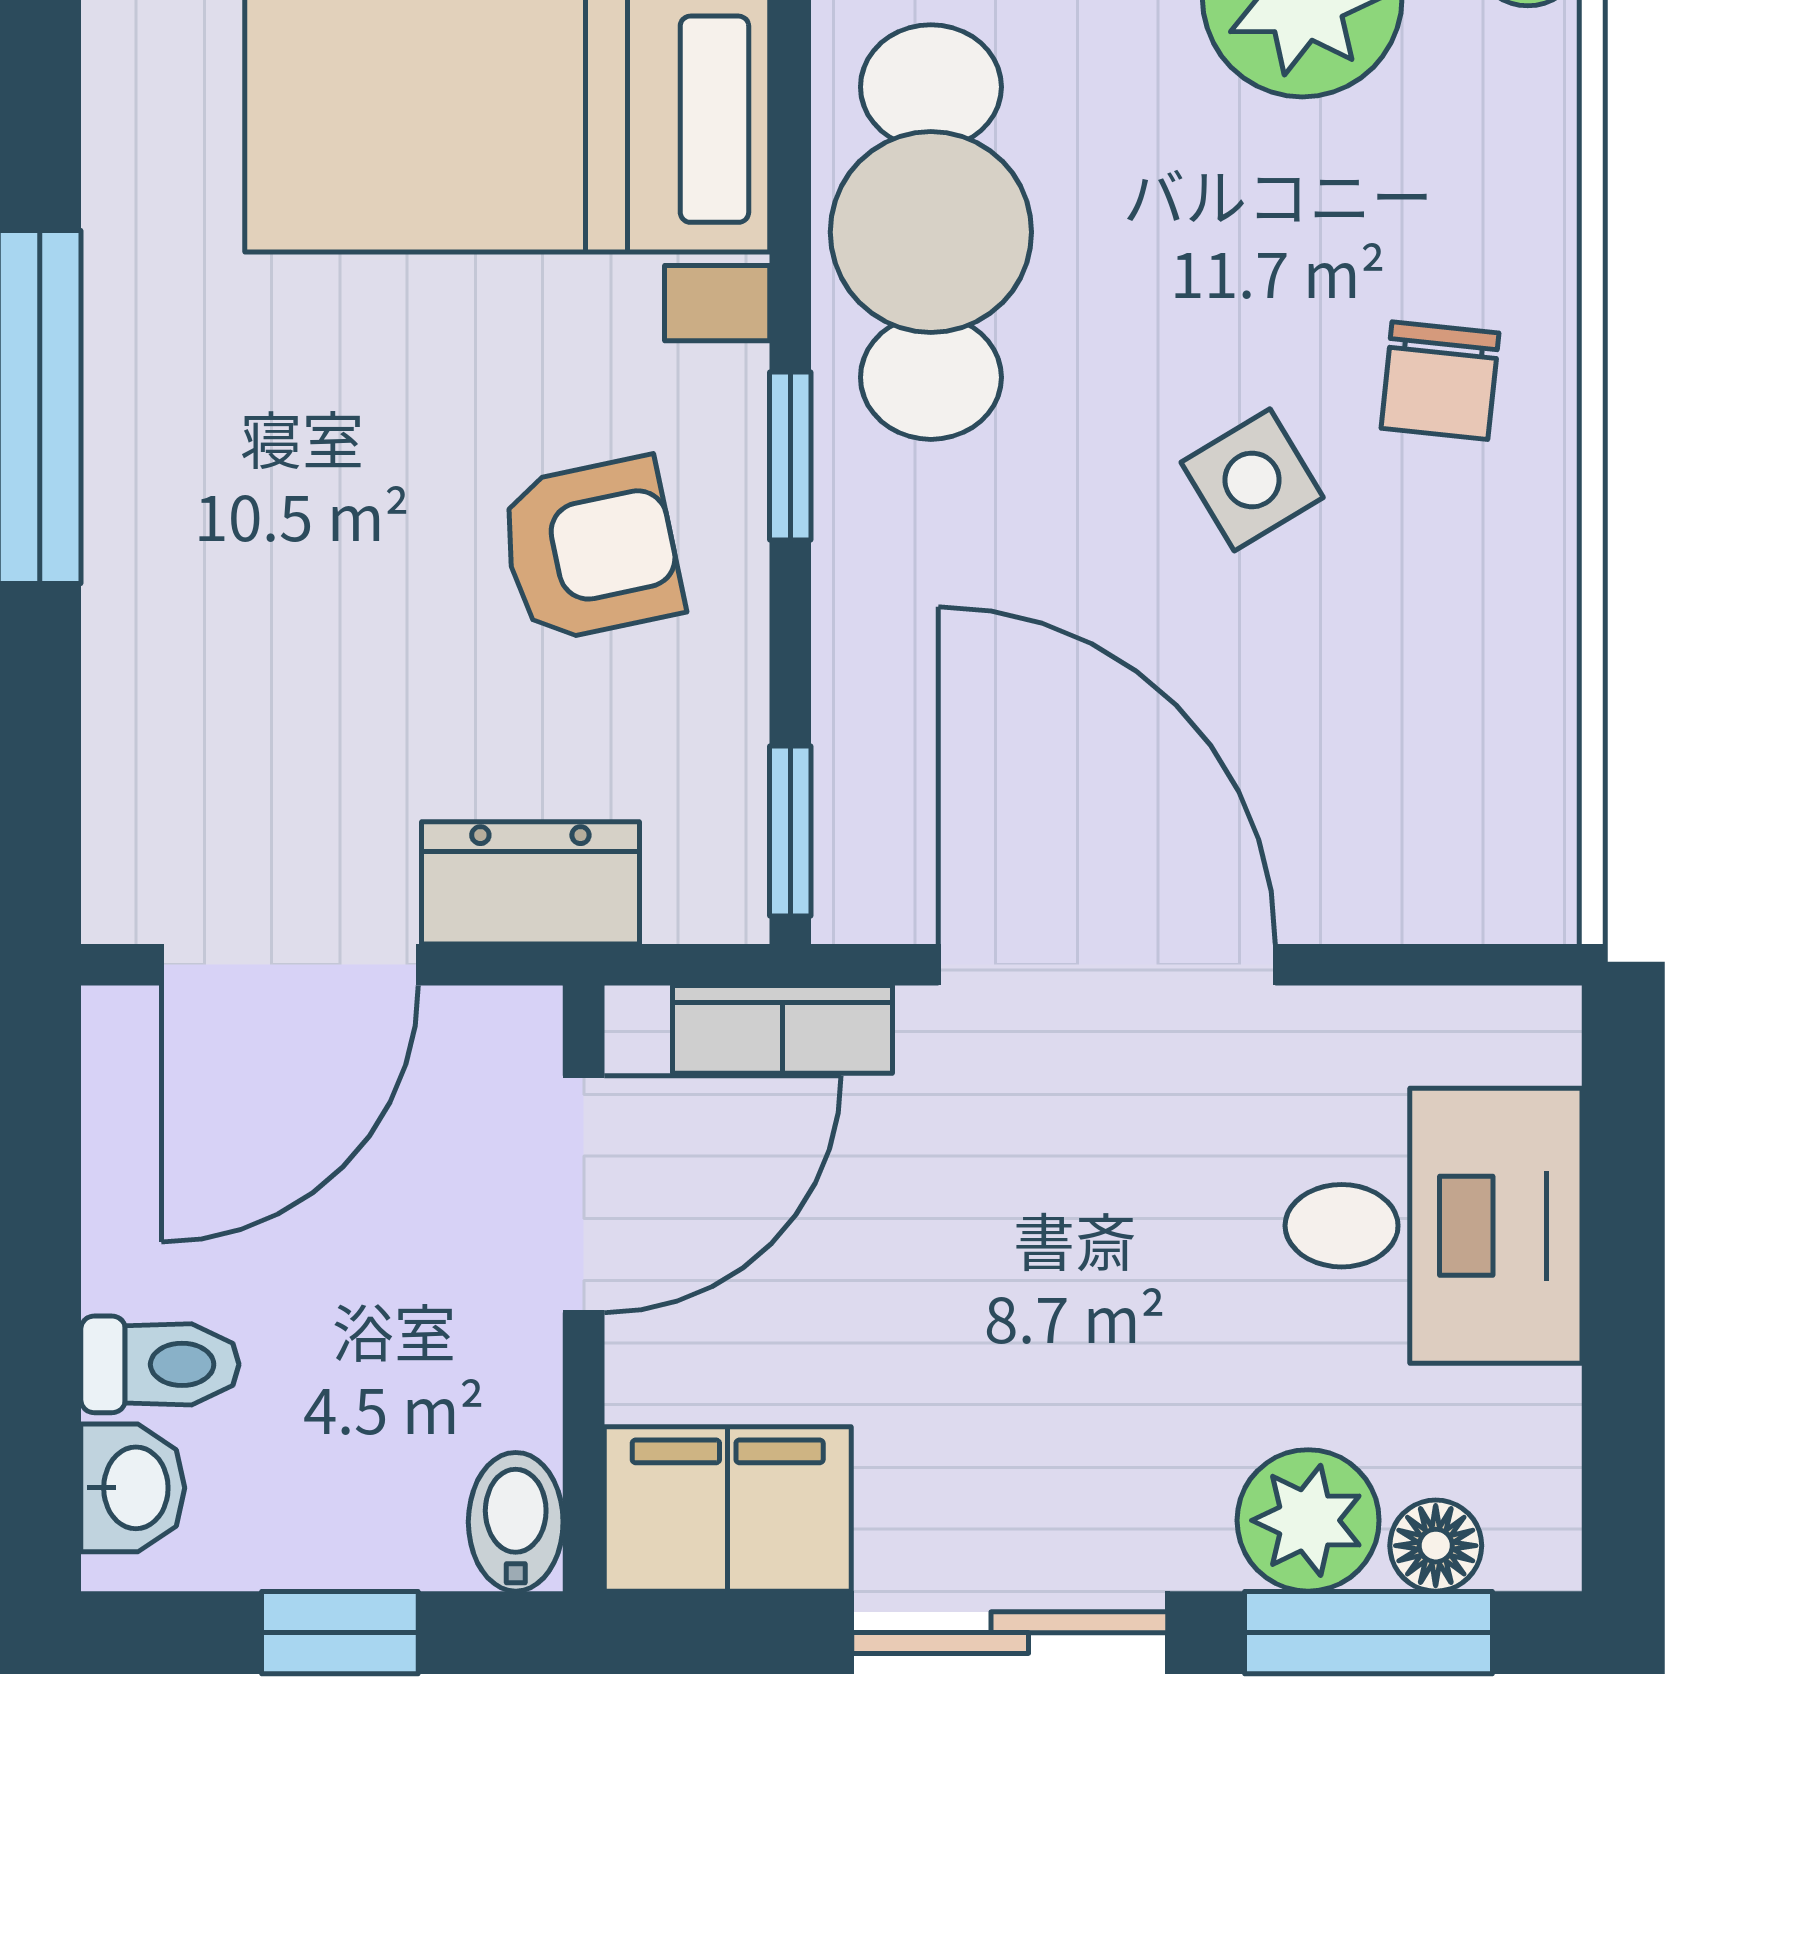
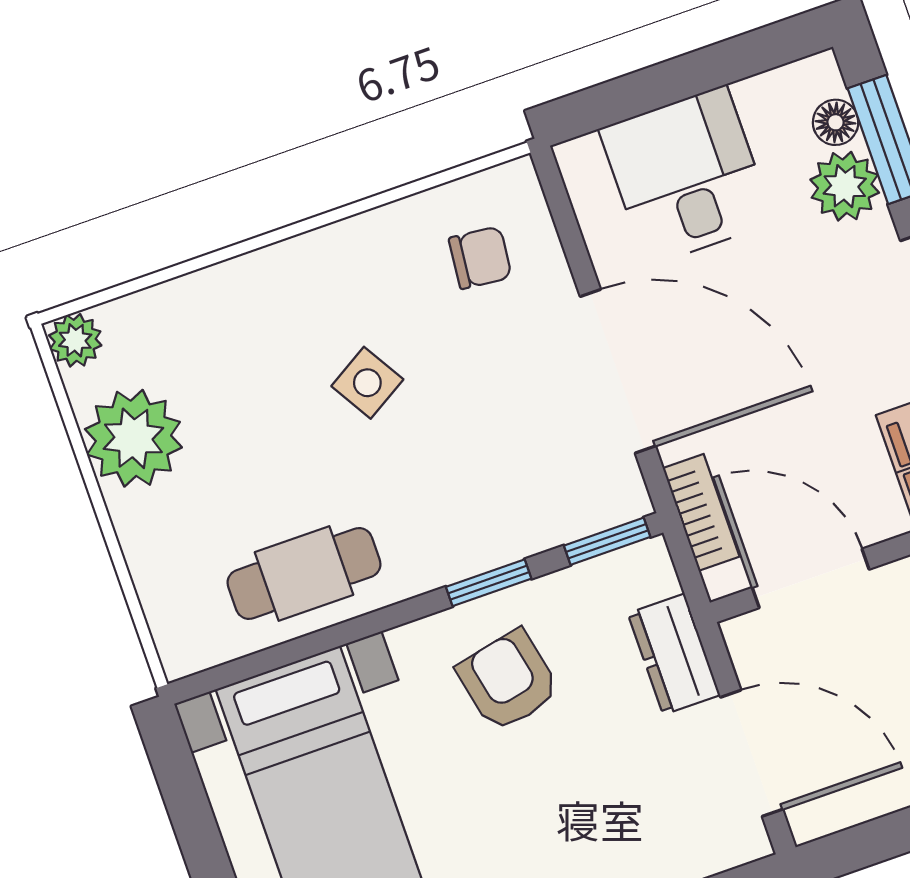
cafe table: (931, 232) -> (304, 573), width x0.73, depth x0.74
chair: (1440, 381) -> (480, 258), moved
window: (790, 456) -> (489, 583), moved
door: (1107, 965) -> (618, 371), swing flipped

